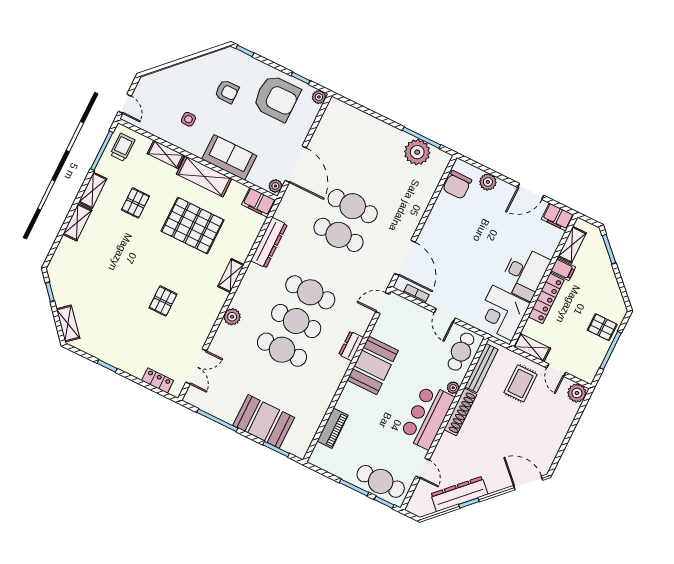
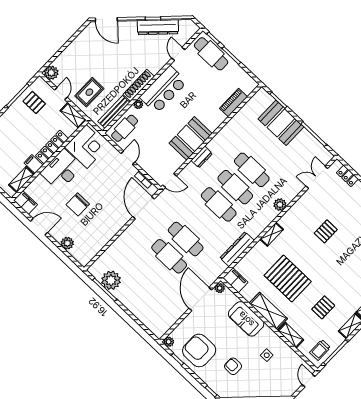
chair: (457, 185) -> (78, 204), moved, turned 180
pallet: (602, 327) -> (34, 103), moved

